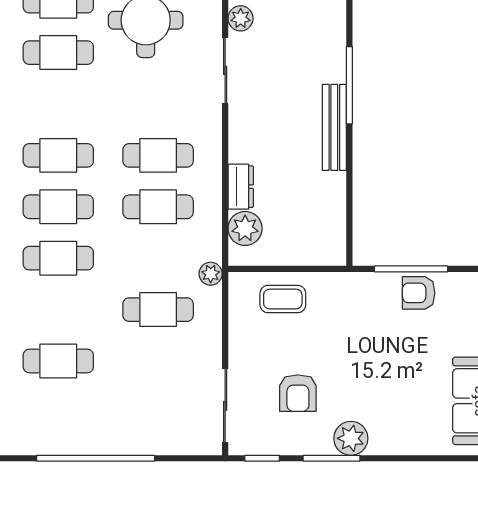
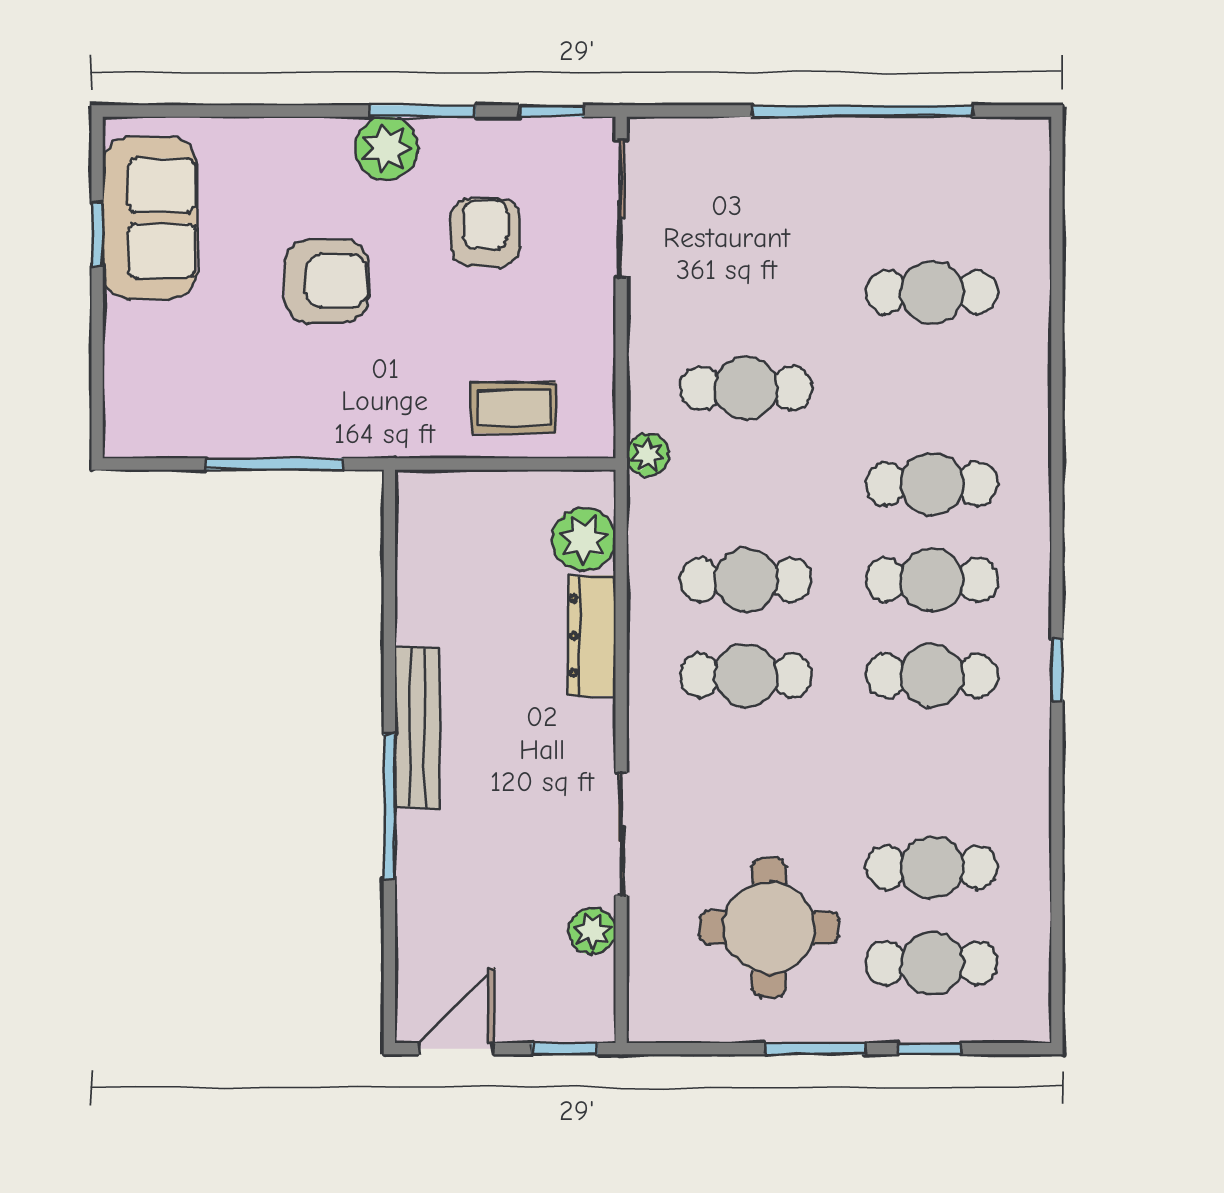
dresser: (241, 187) -> (592, 636), width x1.44
armchair: (419, 293) -> (327, 281), moved, width x1.38, depth x1.38

